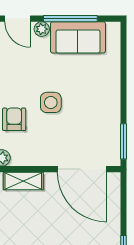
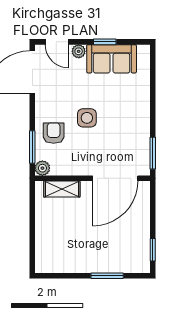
window: (70, 19) -> (105, 42), width x0.46
door: (82, 169) -> (115, 178), hinge flipped

